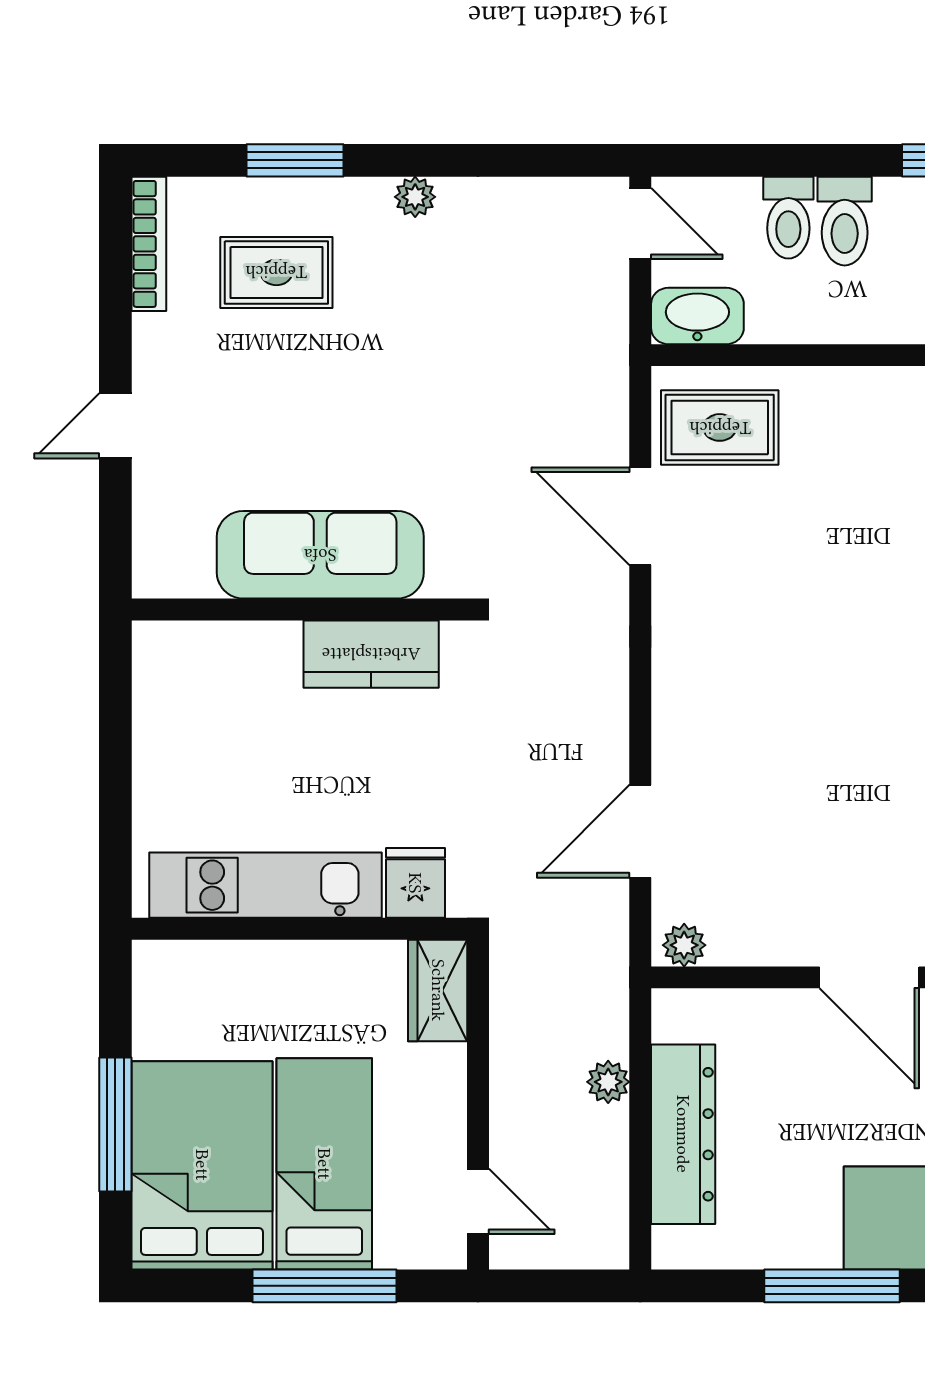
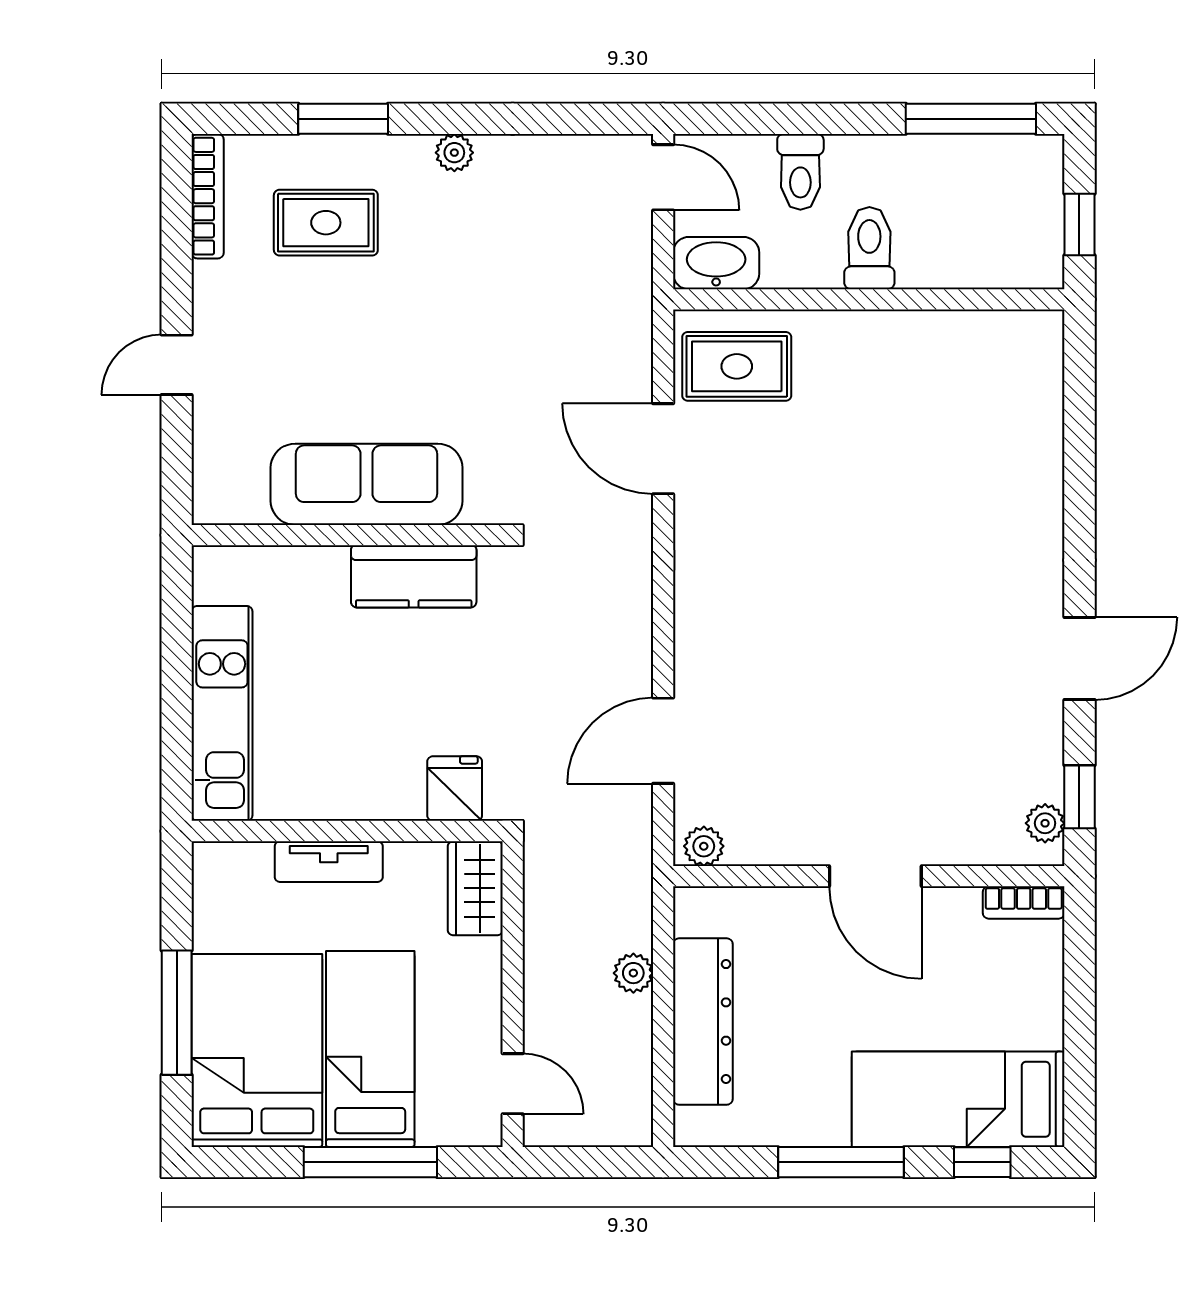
toilet: (845, 221) -> (869, 248), moved, turned 180
kitchen unit: (266, 885) -> (222, 713), moved, turned 90
tv unit: (280, 962) -> (329, 862), added

